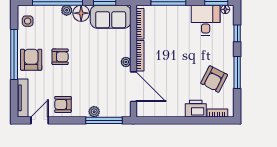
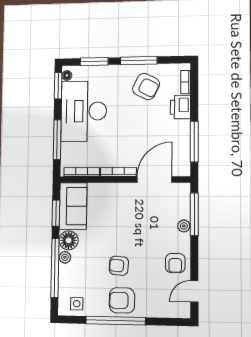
desk: (206, 20) -> (84, 111), width x1.87, depth x1.30
window: (237, 33) -> (94, 62), width x1.50
armchair: (60, 57) -> (119, 266), turned -85
plant: (126, 62) -> (126, 188), removed
tv unit: (23, 98) -> (167, 312), removed
door: (40, 120) -> (194, 291), hinge flipped
window: (166, 120) -> (194, 142), added

